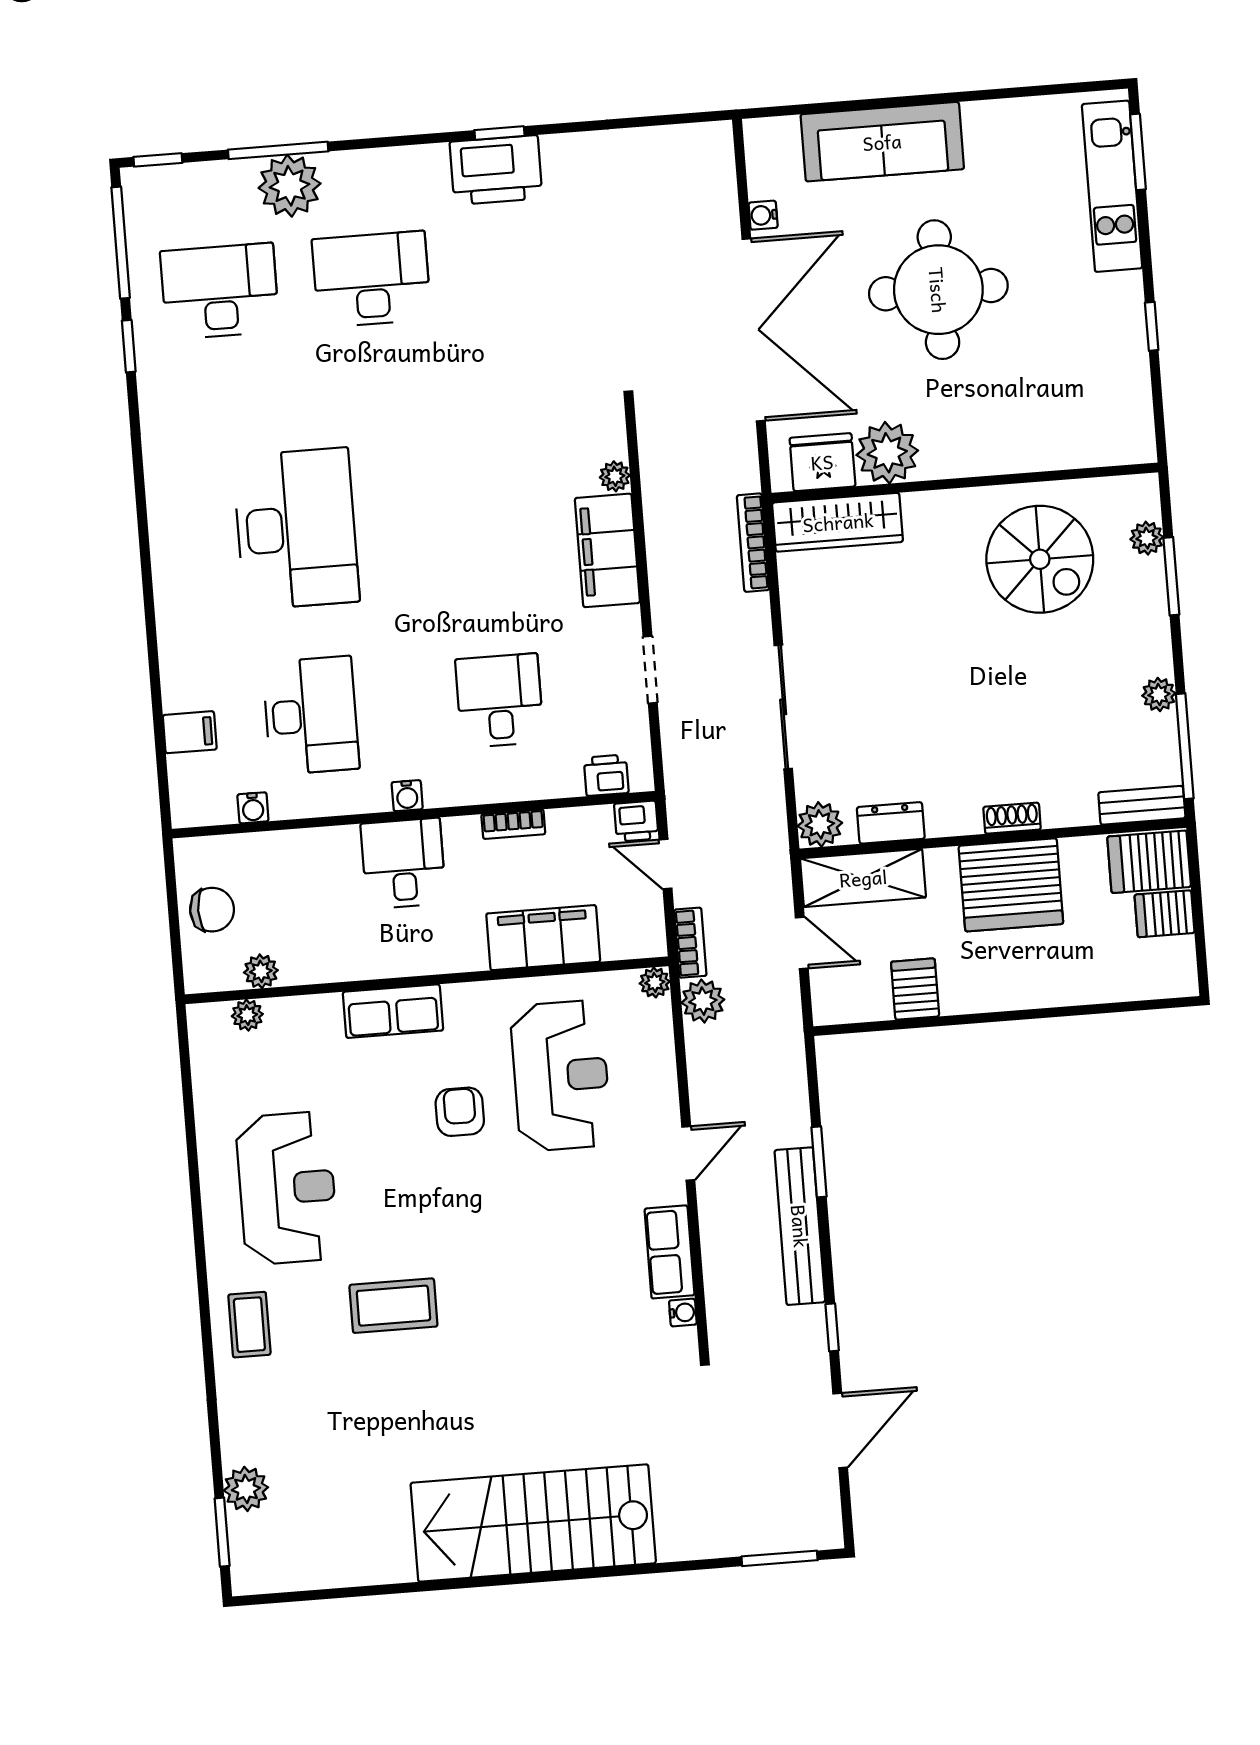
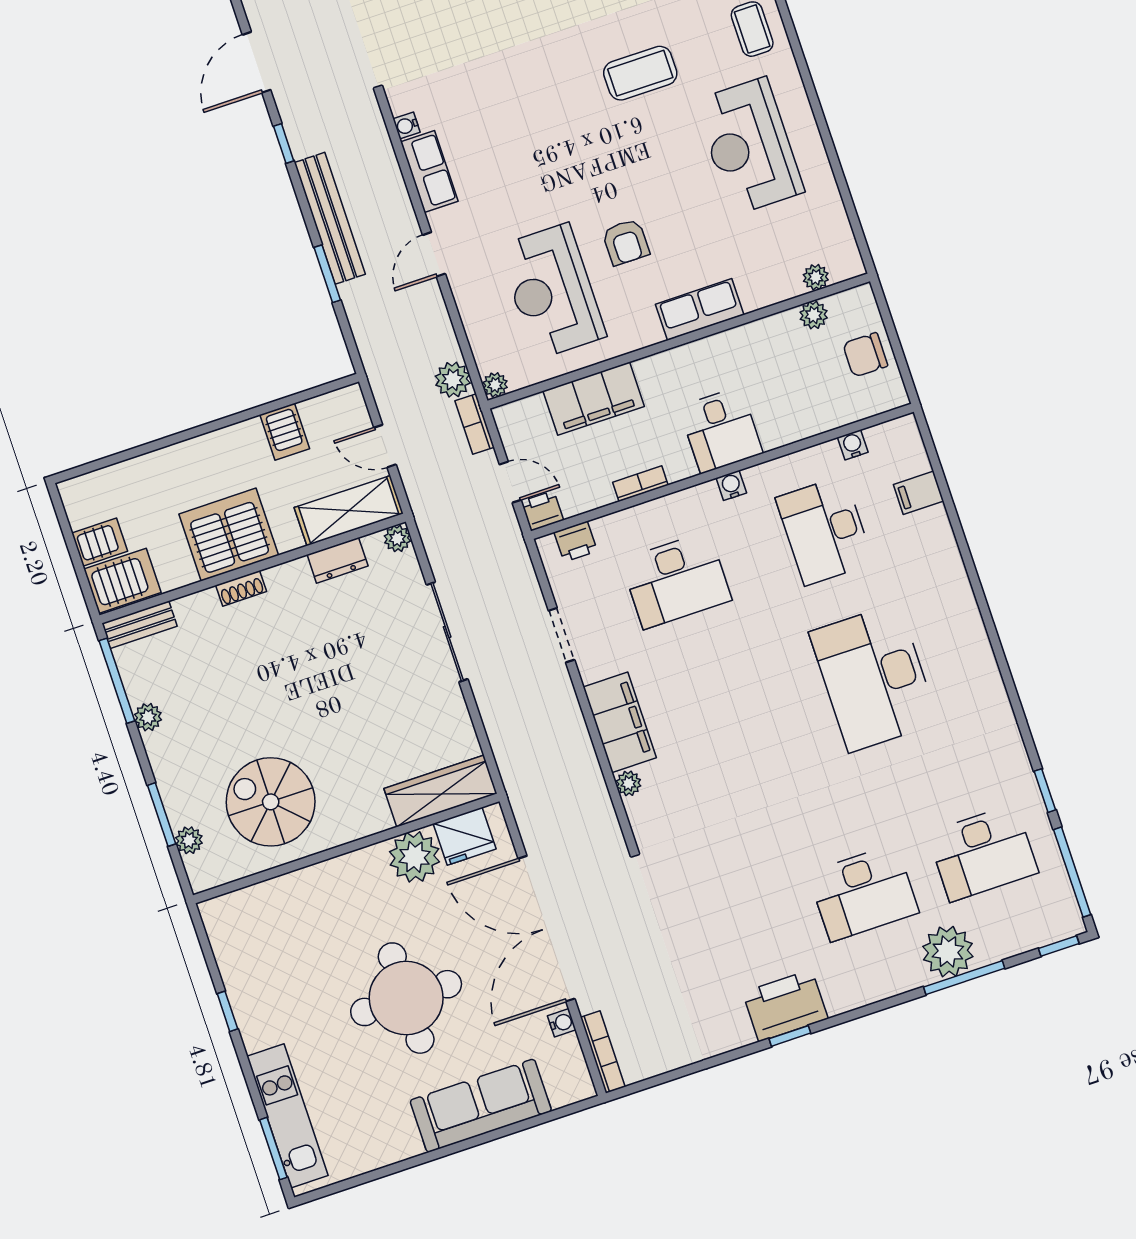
bookcase: (753, 543) -> (603, 1052), moved
desk: (500, 701) -> (676, 580), width x1.37
plant: (820, 824) -> (397, 538), width x0.73, depth x0.73

